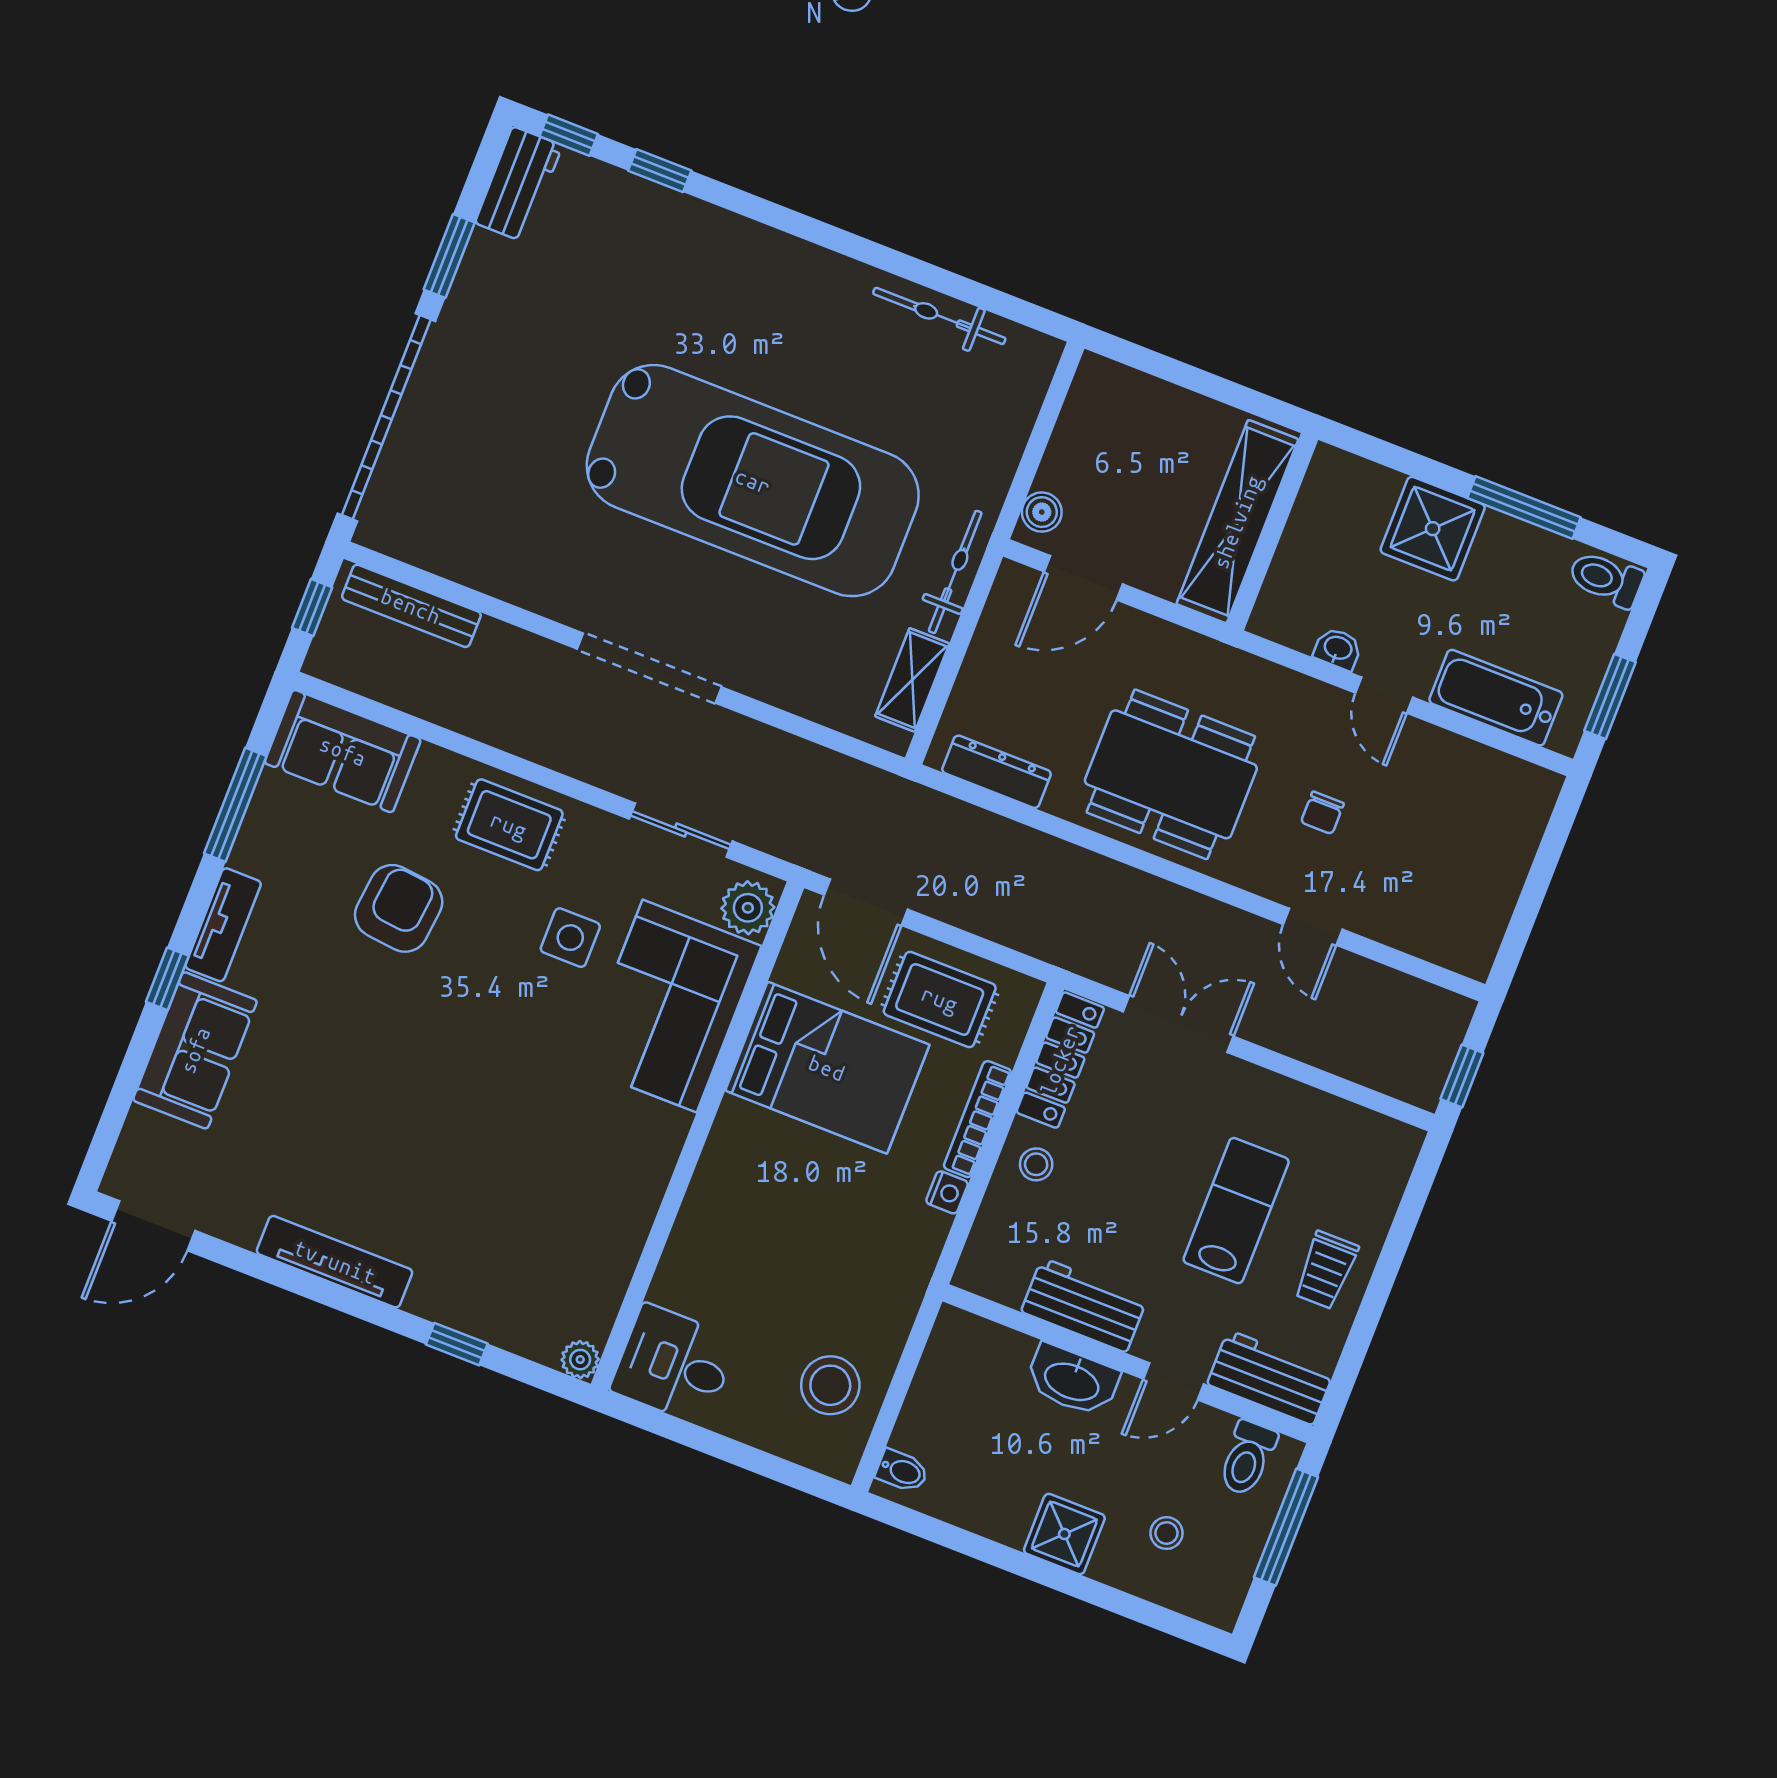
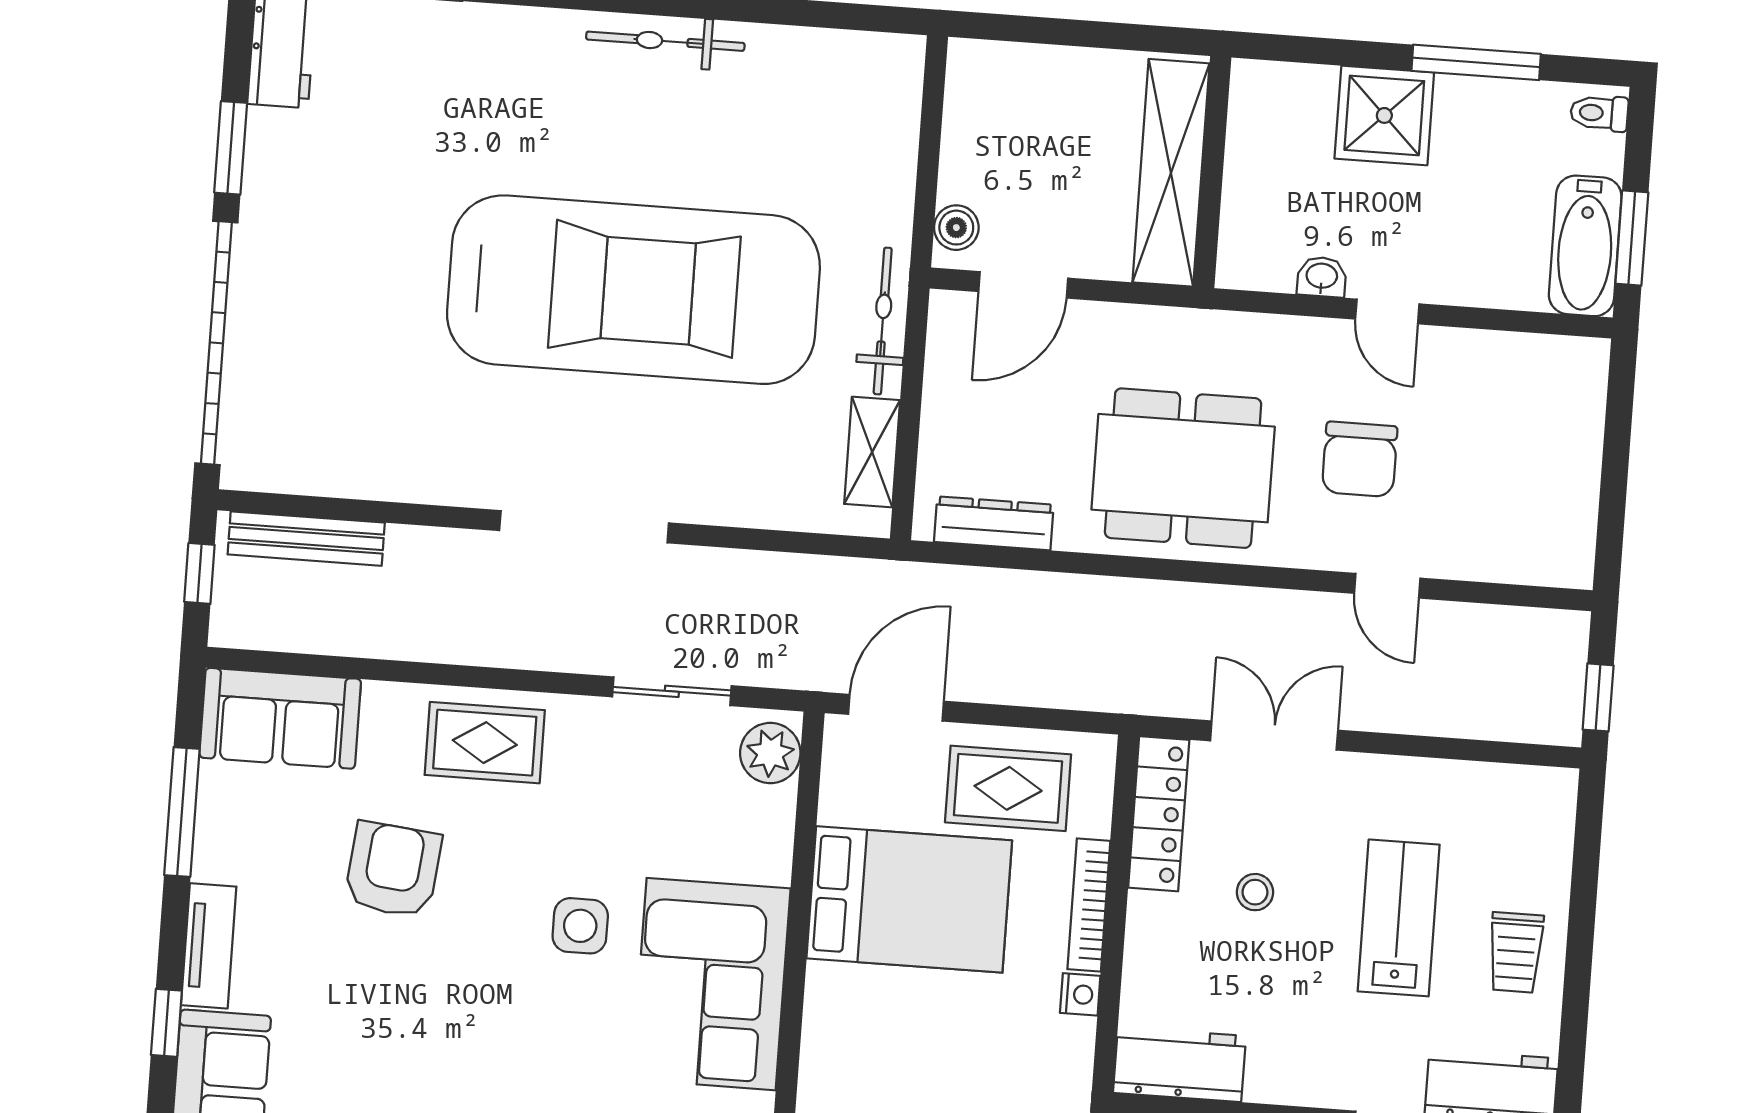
bicycle: (939, 316) -> (665, 41), moved
toilet: (1606, 579) -> (1599, 113), width x0.73, depth x0.72
bathtub: (1496, 698) -> (1585, 246), moved, turned -90
chair: (1322, 813) -> (1360, 459), width x1.87, depth x1.87
door: (866, 902) -> (896, 708), swing flipped
side table: (570, 938) -> (580, 926), moved
corner sofa: (670, 1006) -> (711, 984), moved
stool: (1036, 1164) -> (1255, 892), moved
workbench: (1084, 1305) -> (1179, 1064), moved

